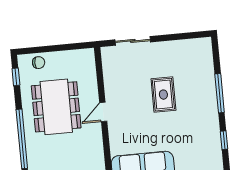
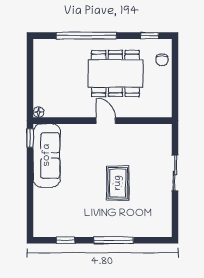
sliding door: (133, 41) -> (175, 173), moved
rug: (163, 95) -> (118, 183), turned 90

